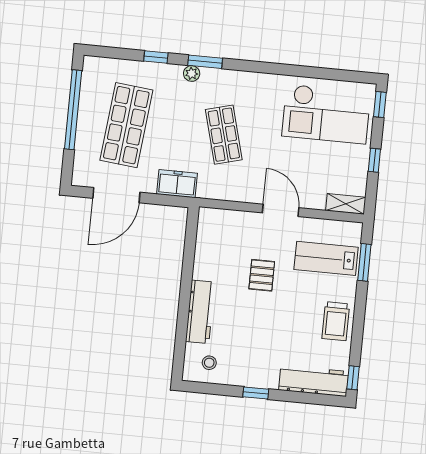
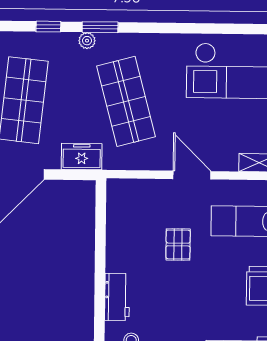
shop shelf: (224, 135) -> (126, 101), width x1.43, depth x1.36
workbench: (200, 312) -> (117, 297), width x0.73

